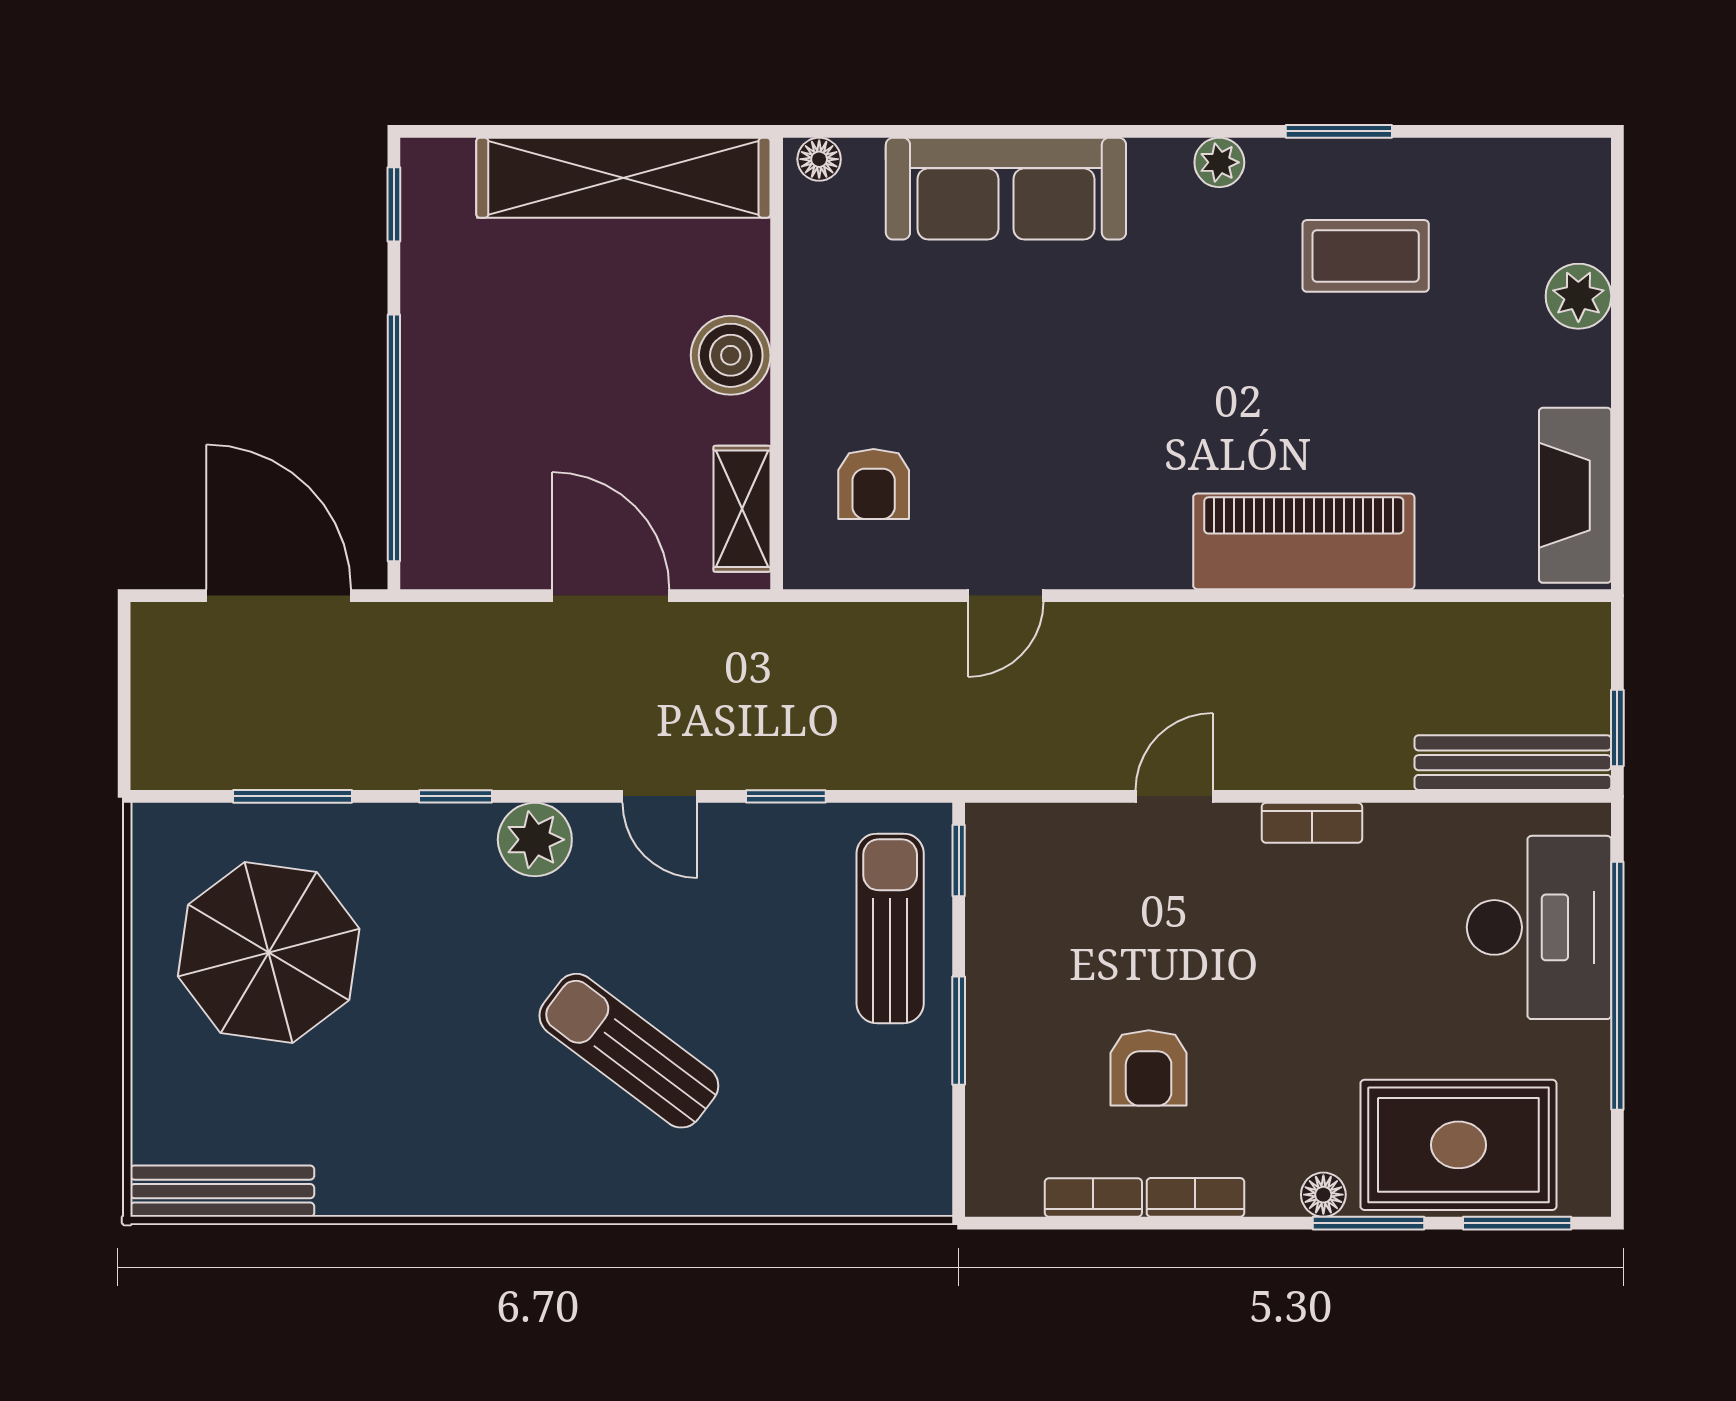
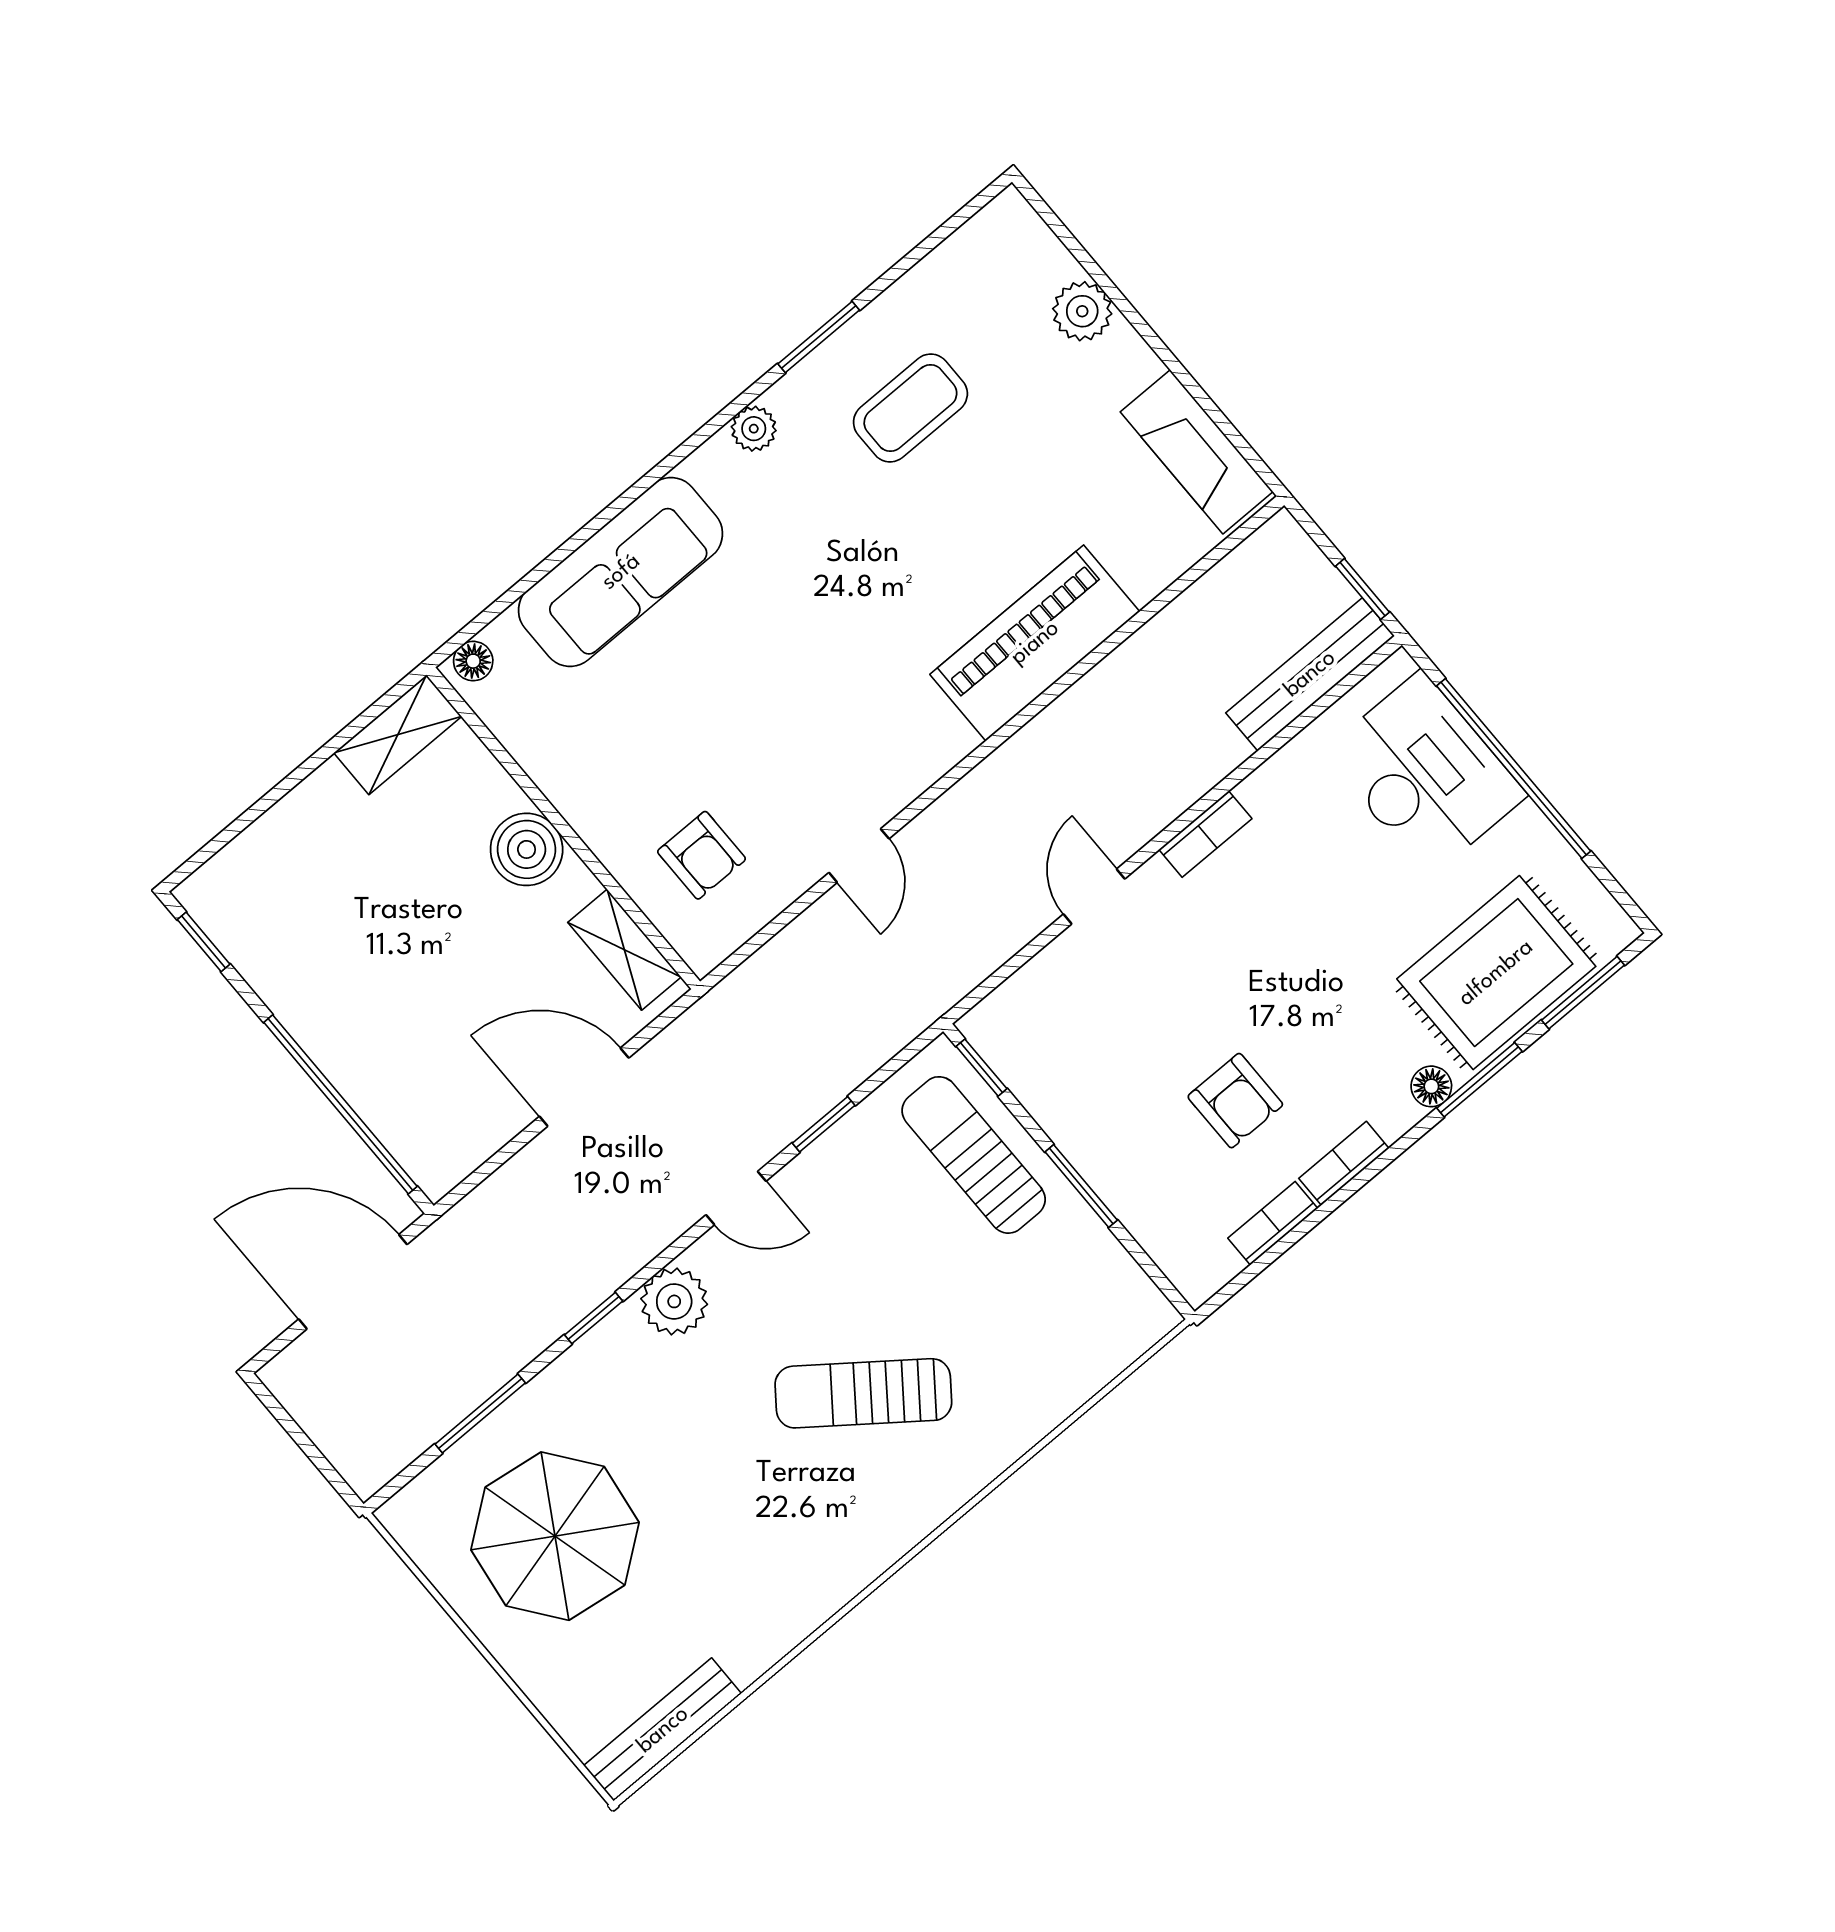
shelving: (623, 178) -> (398, 735), width x0.45, depth x0.75

